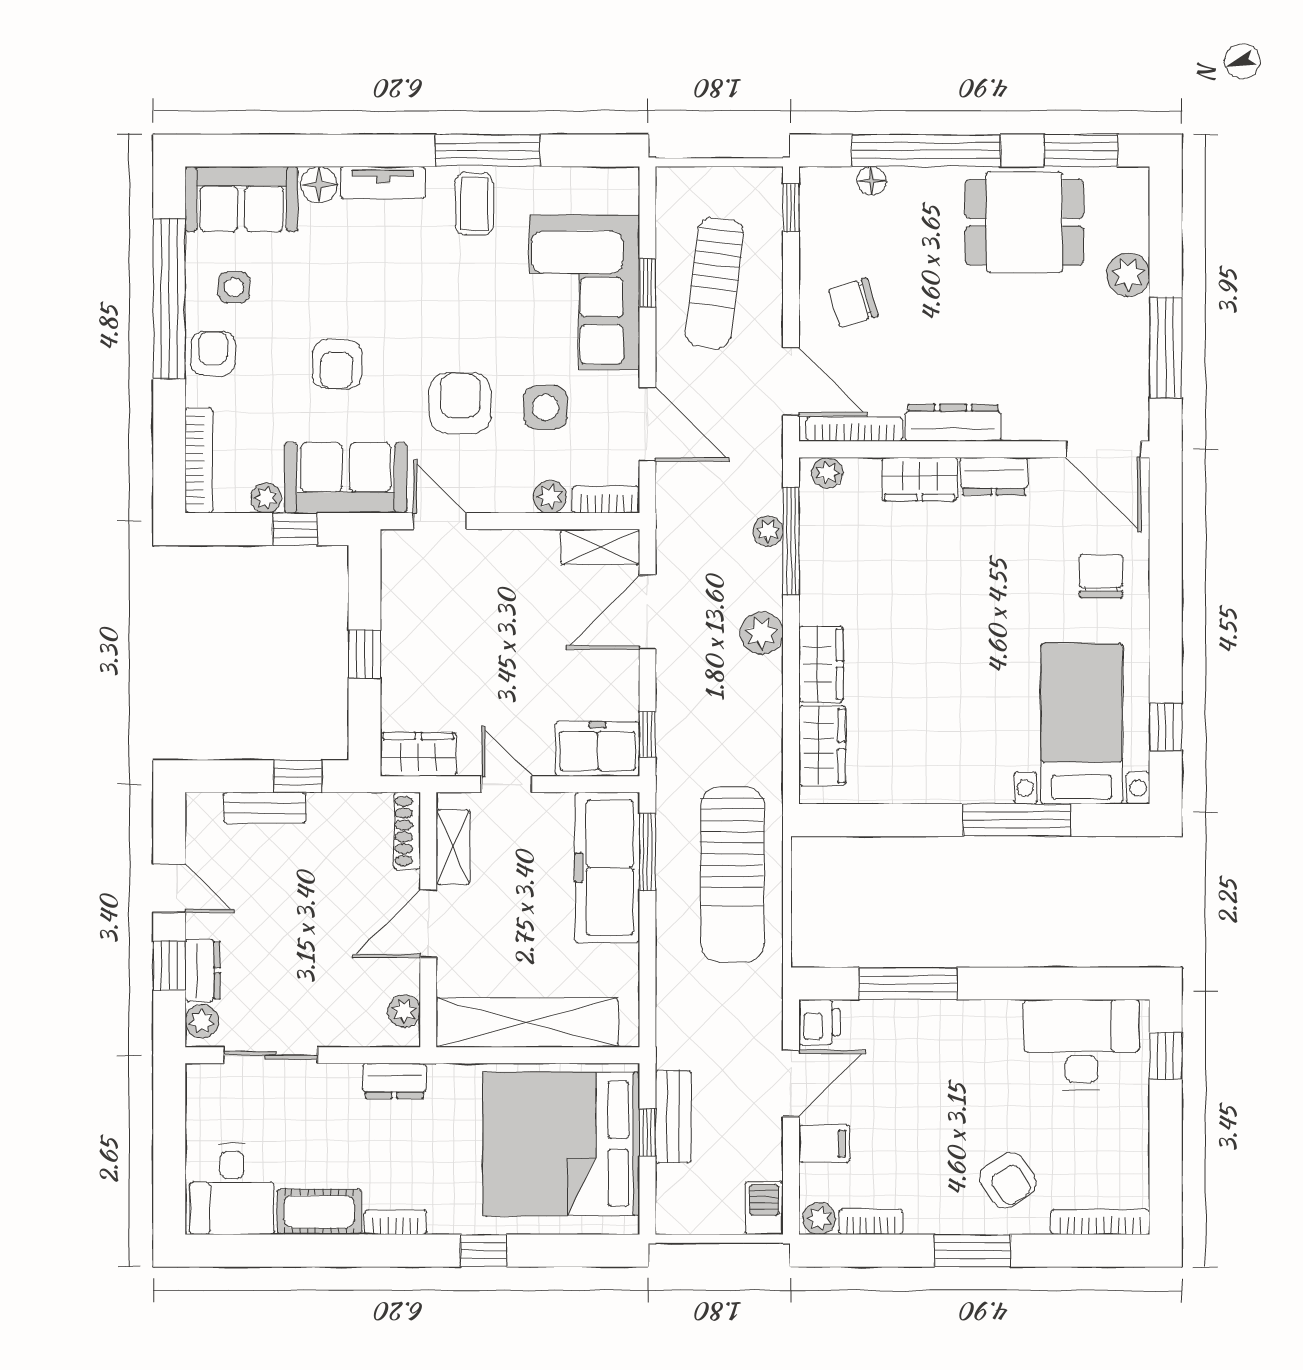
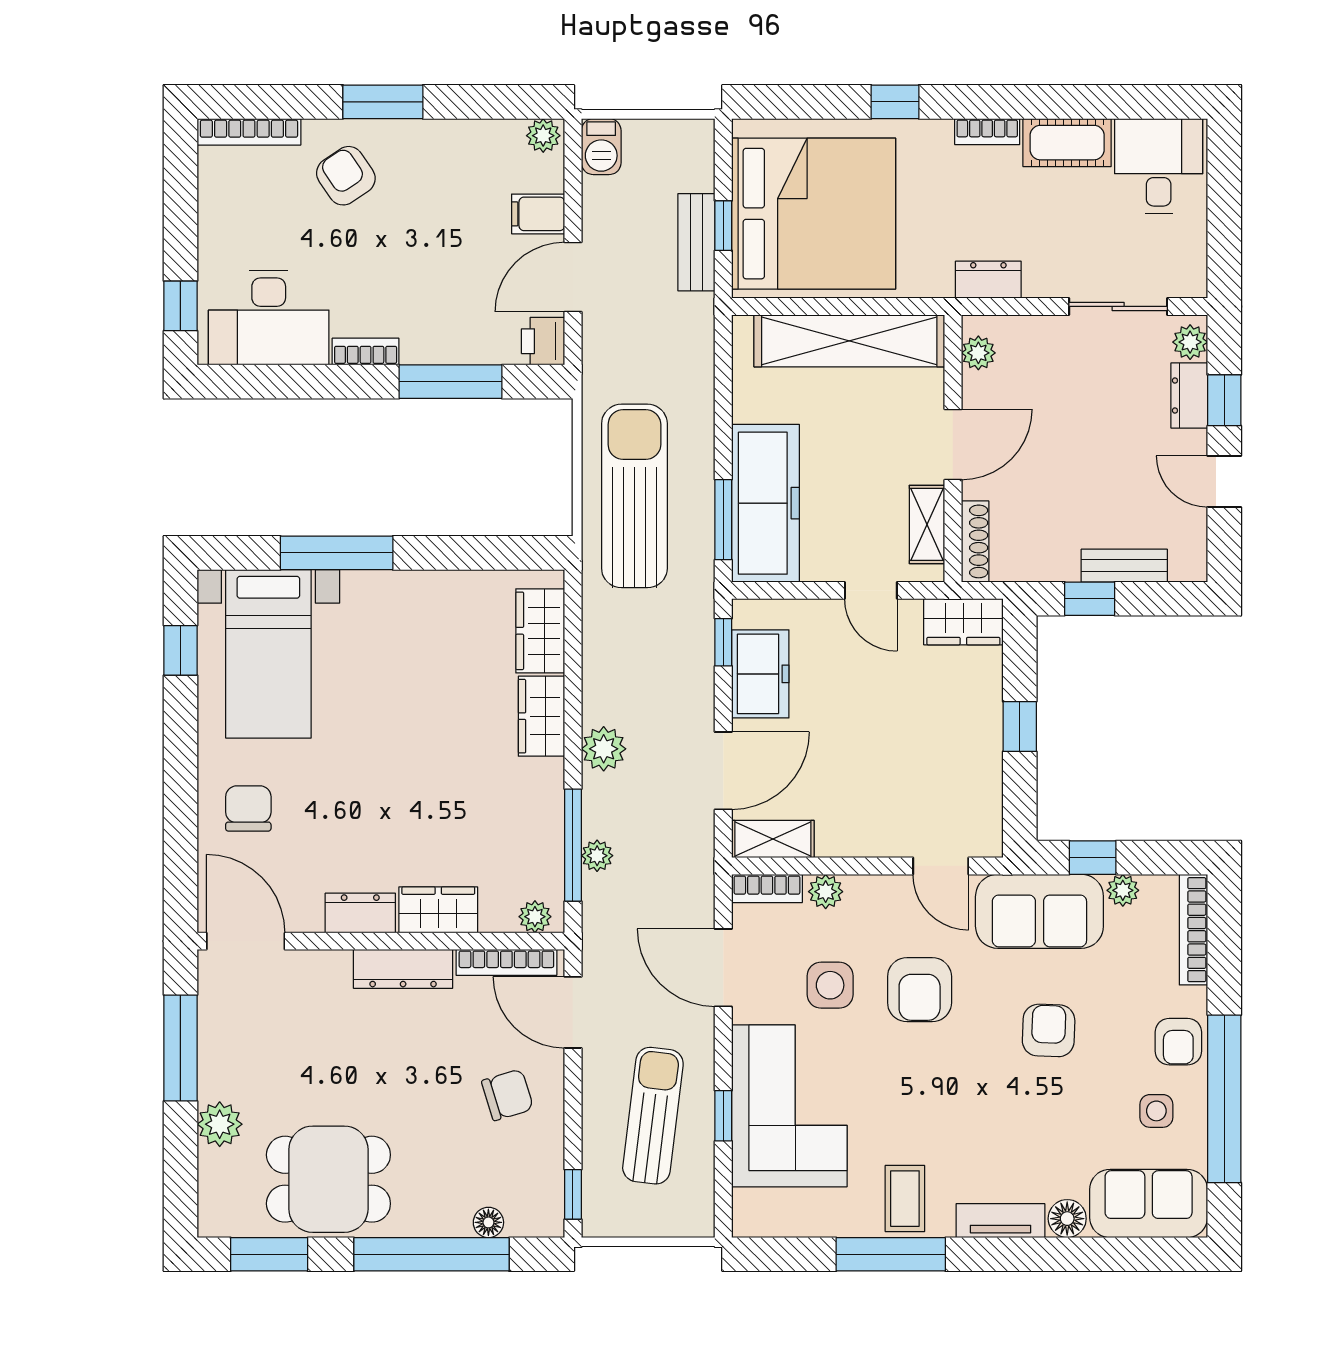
chair: (1101, 576) -> (248, 808), turned 180
freezer: (597, 749) -> (760, 674), moved, turned -90
bookcase: (871, 1222) -> (366, 352), moved, turned 180

